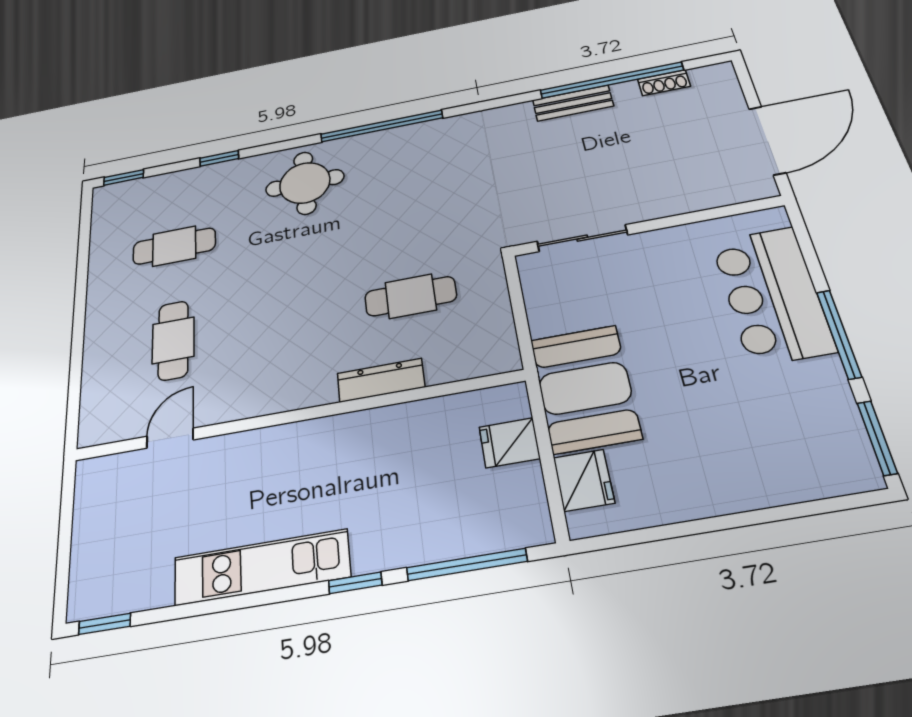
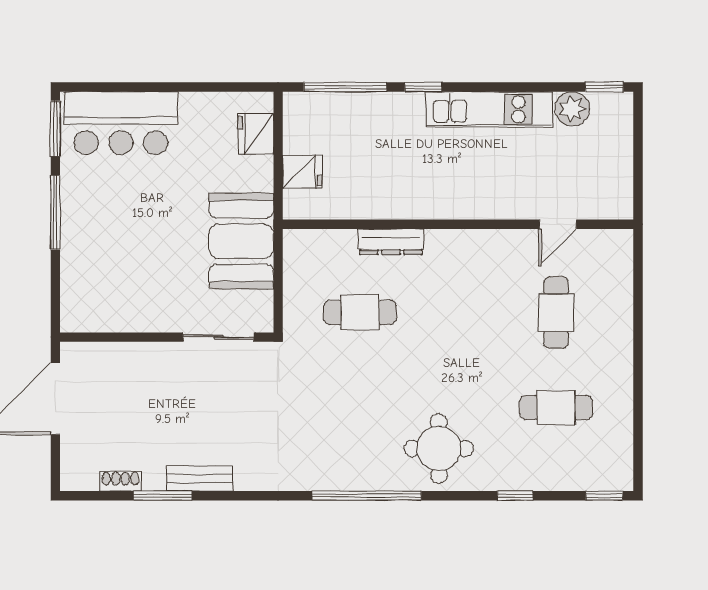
window: (612, 80) -> (163, 496), width x0.47
bar counter: (772, 295) -> (121, 123), moved, turned 90
booth: (585, 388) -> (241, 241), moved
plant: (149, 587) -> (572, 109), added

